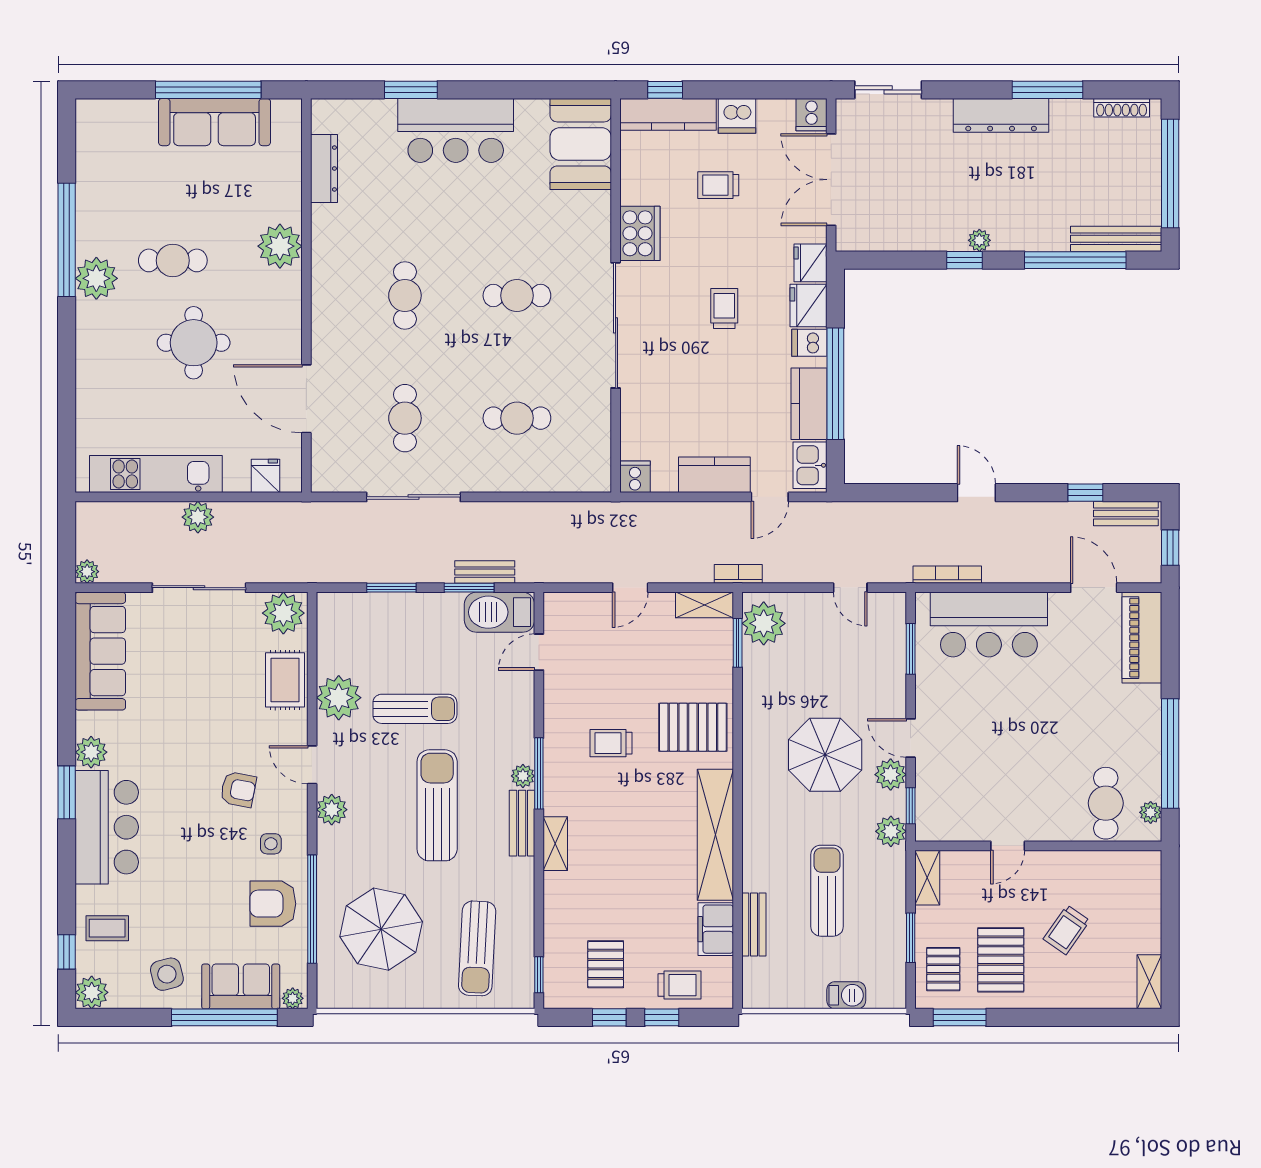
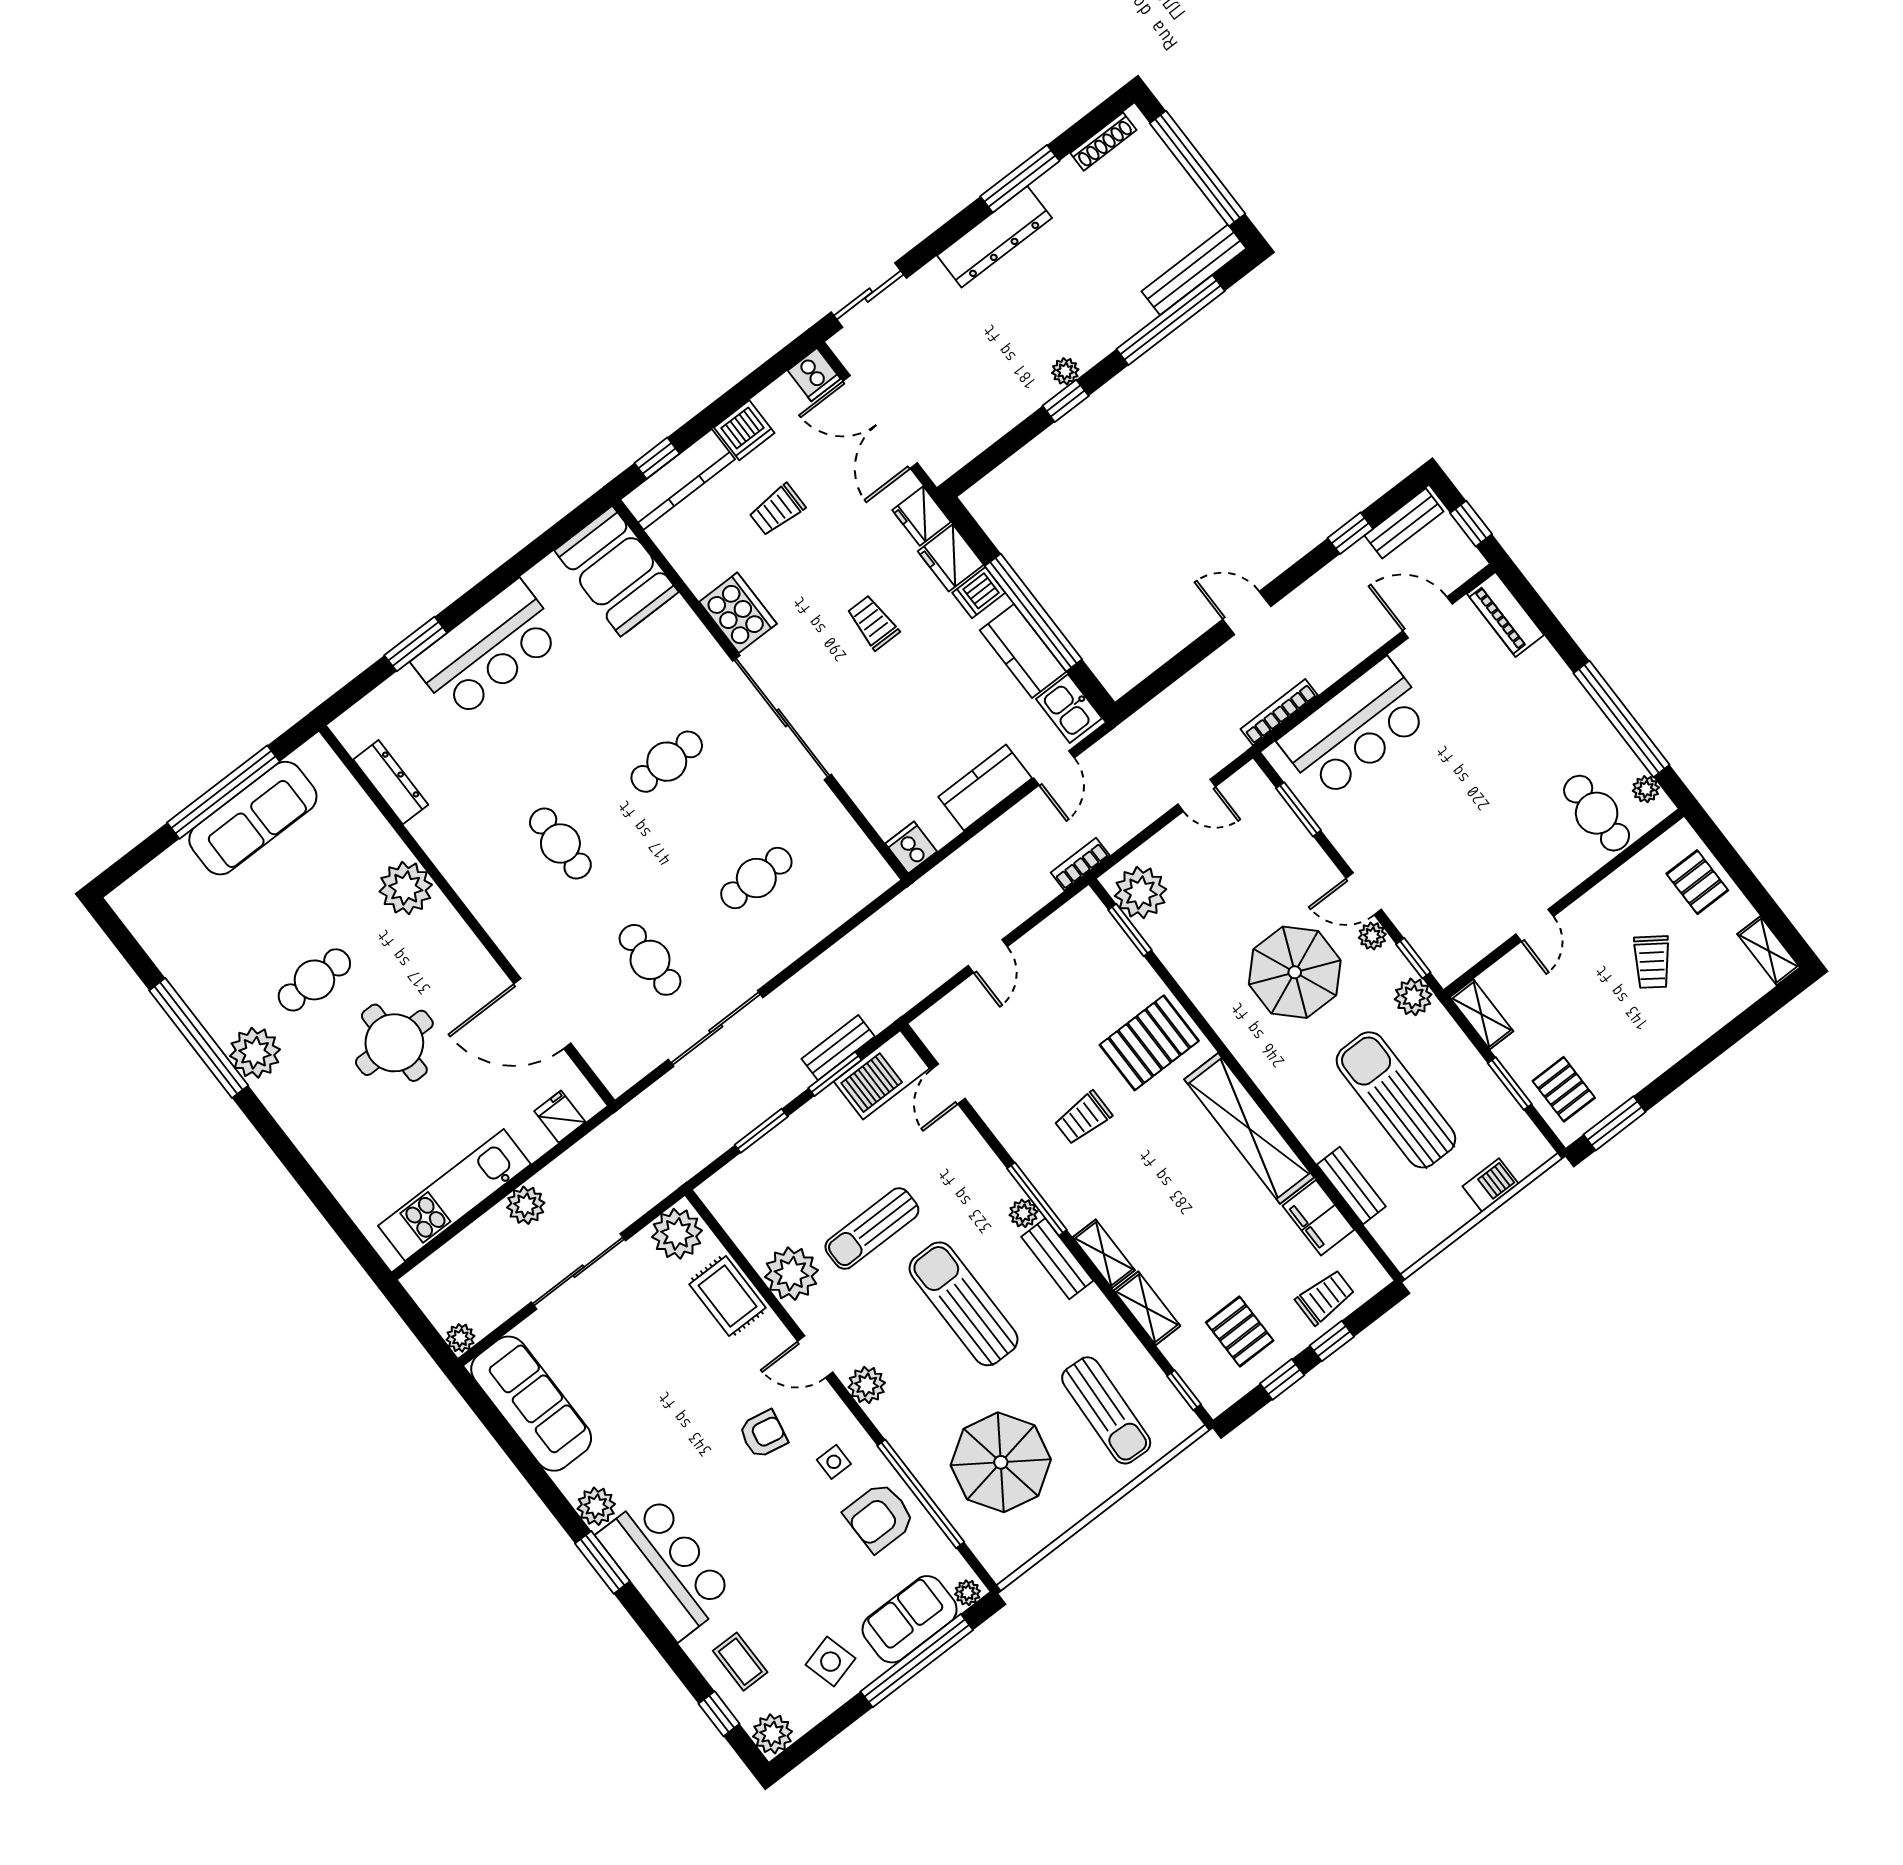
shelving: (704, 605) -> (1147, 1308), moved, turned 90
piano: (1142, 638) -> (1506, 614), width x0.73, depth x0.75
sun lounger: (415, 709) -> (872, 1228), turned 180
plant: (891, 775) -> (1372, 936), width x0.73, depth x0.73
sun lounger: (827, 891) -> (1396, 1100), width x1.36, depth x1.34
coffee table: (107, 928) -> (740, 1662), turned 90
pallet: (1001, 960) -> (1697, 882), moved, width x0.67, depth x0.71

